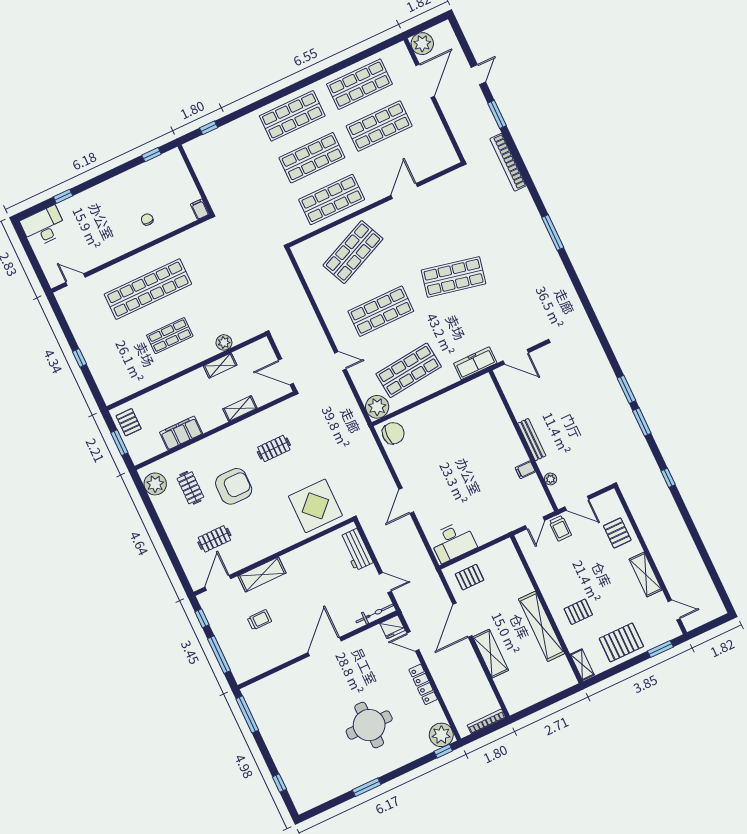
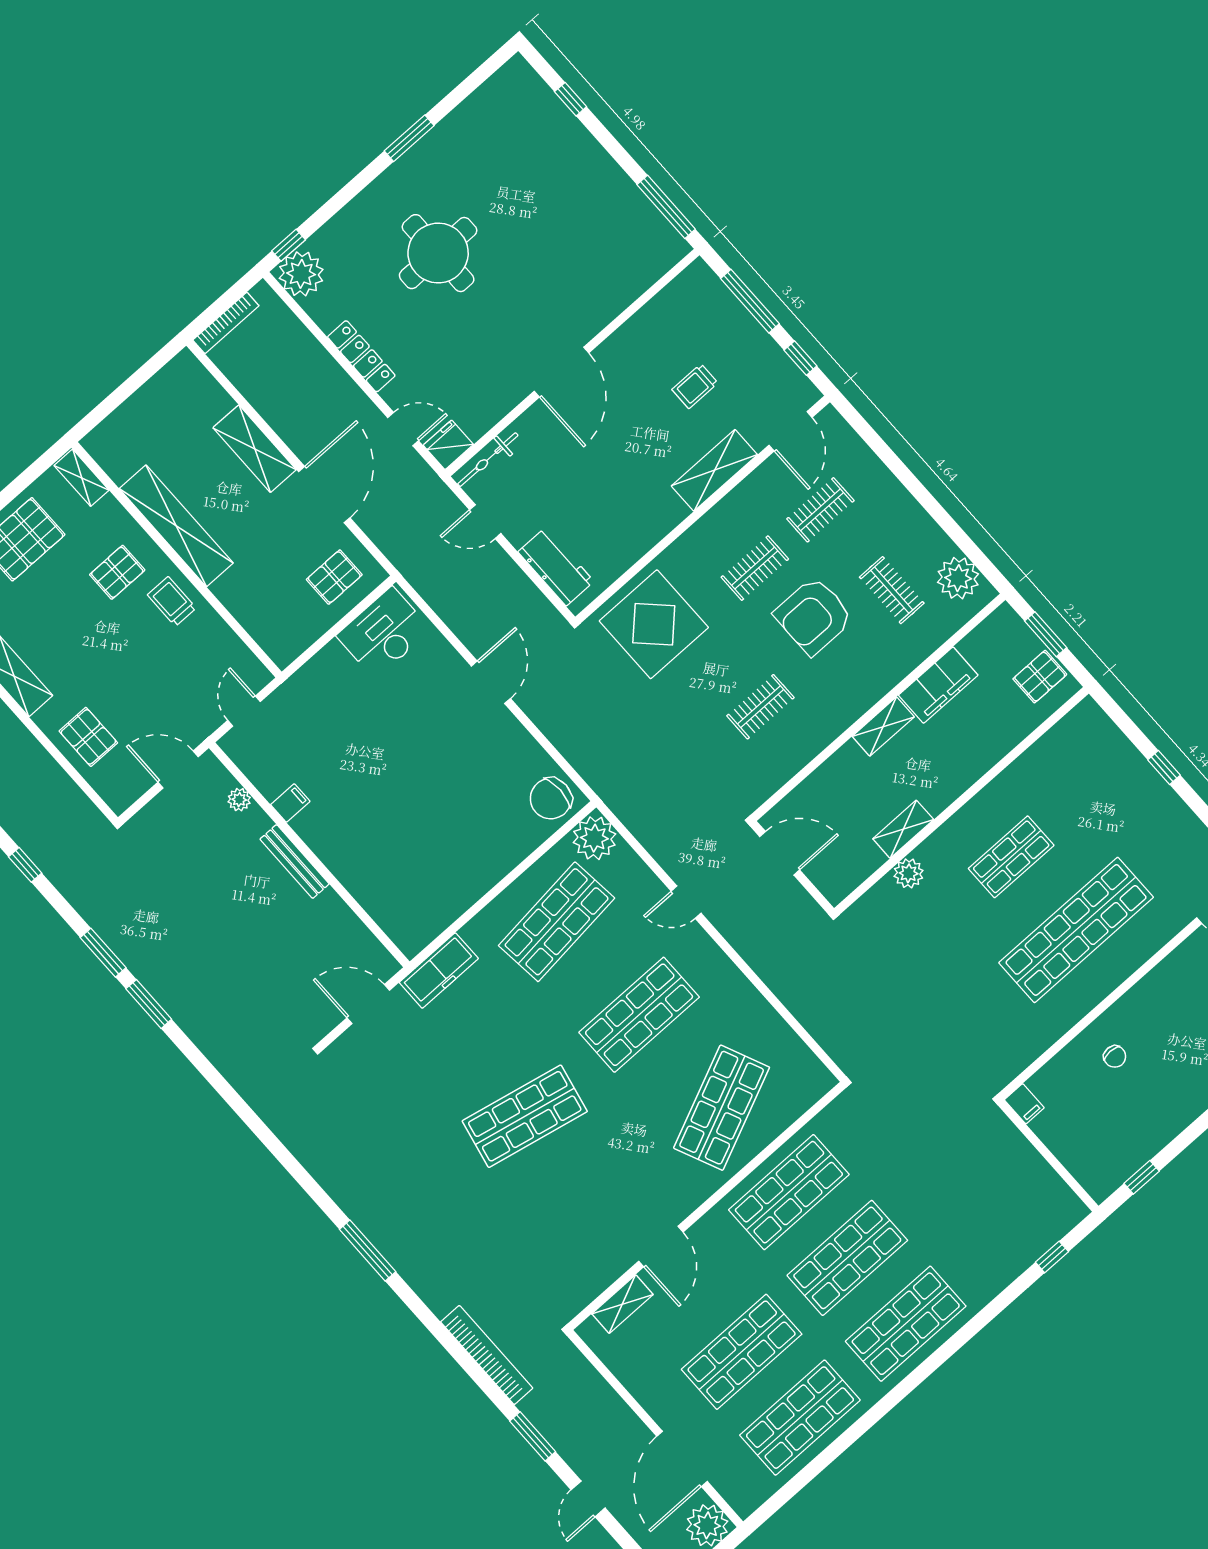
shelving: (432, 168) -> (622, 1304), added
shelving: (240, 409) -> (883, 727), moved
pallet: (129, 422) -> (1040, 677), turned 90
clothes rail: (256, 519) -> (755, 568), added
trolley: (560, 528) -> (172, 601), moved

